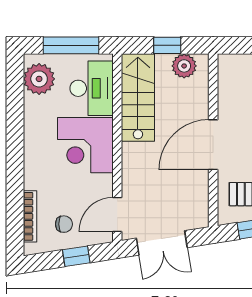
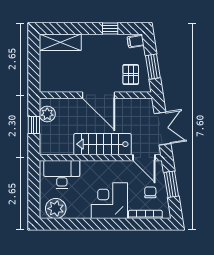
window: (71, 45) -> (34, 188), removed
stairs: (138, 98) -> (102, 144), moved
corner desk: (85, 145) -> (109, 201), moved, turned 180
window: (76, 256) -> (171, 184), width x1.50

